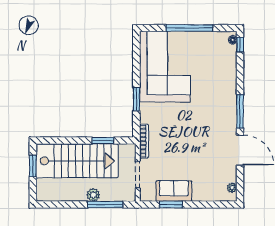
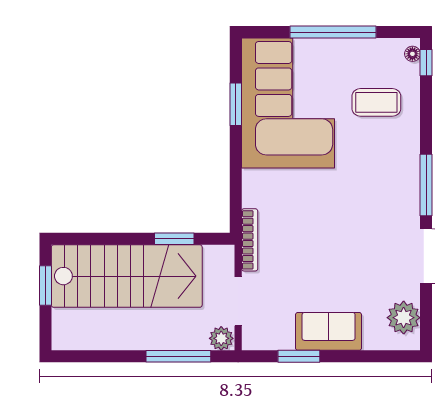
coffee table: (213, 66) -> (376, 102), added
window: (136, 99) -> (236, 104), moved
plant: (232, 188) -> (404, 318), width x1.87, depth x1.87
sofa: (174, 191) -> (329, 331), moved
plant: (93, 195) -> (221, 338), moved

